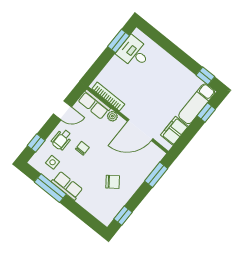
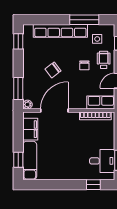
window: (205, 76) -> (93, 185), moved
plant: (112, 116) -> (28, 105), moved
chair: (113, 182) -> (53, 70), moved
row of seats: (67, 186) -> (60, 31), width x2.02

